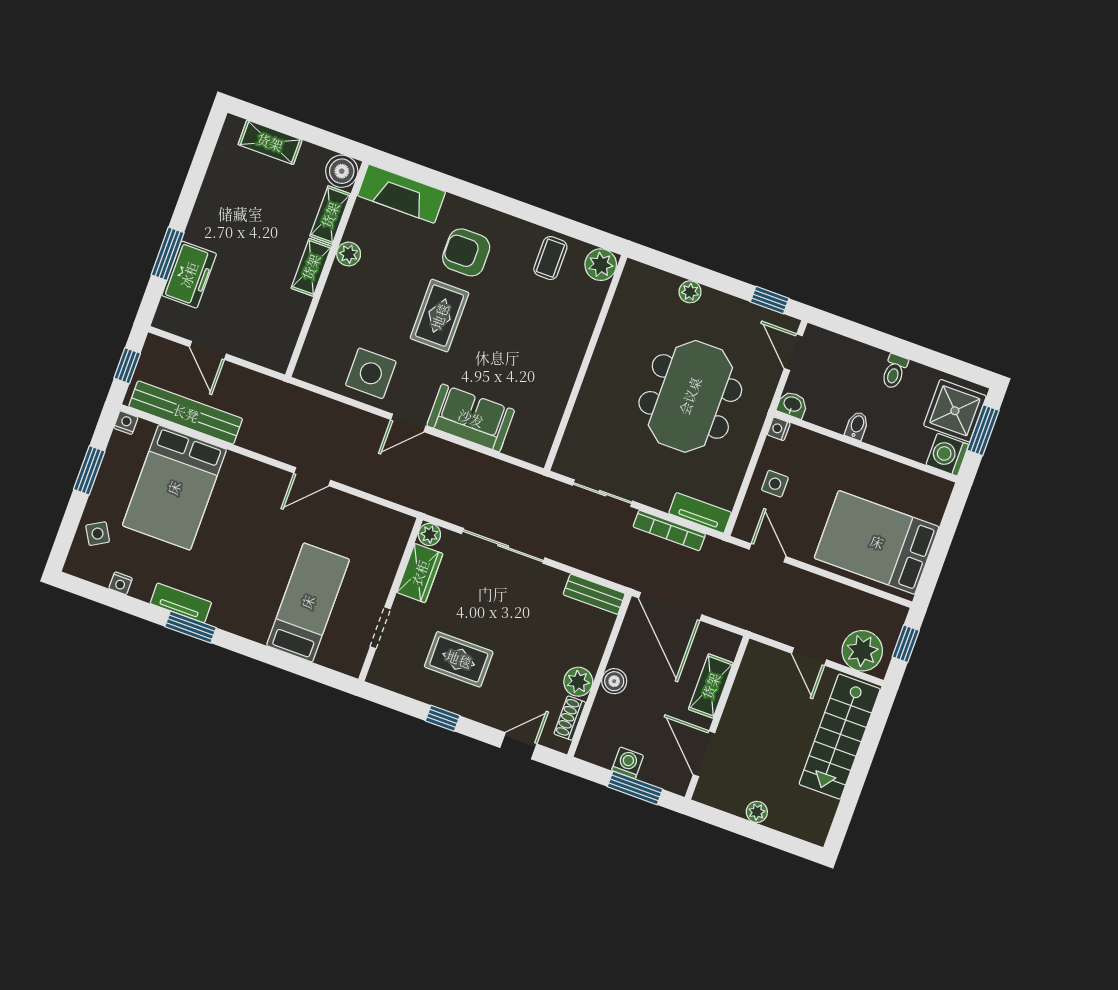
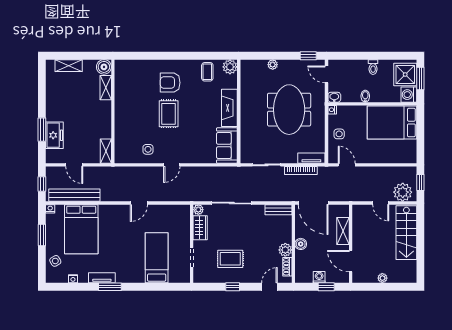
fireplace: (402, 194) -> (229, 108), moved, turned 90
plant: (349, 254) -> (120, 102), removed
shelving: (311, 267) -> (106, 151), moved
side table: (371, 373) -> (148, 149), width x0.54, depth x0.54
sofa: (471, 418) -> (227, 145), moved, turned -90
bed: (877, 542) -> (392, 123), moved
window: (635, 788) -> (326, 287), width x0.67

